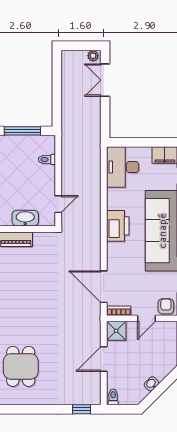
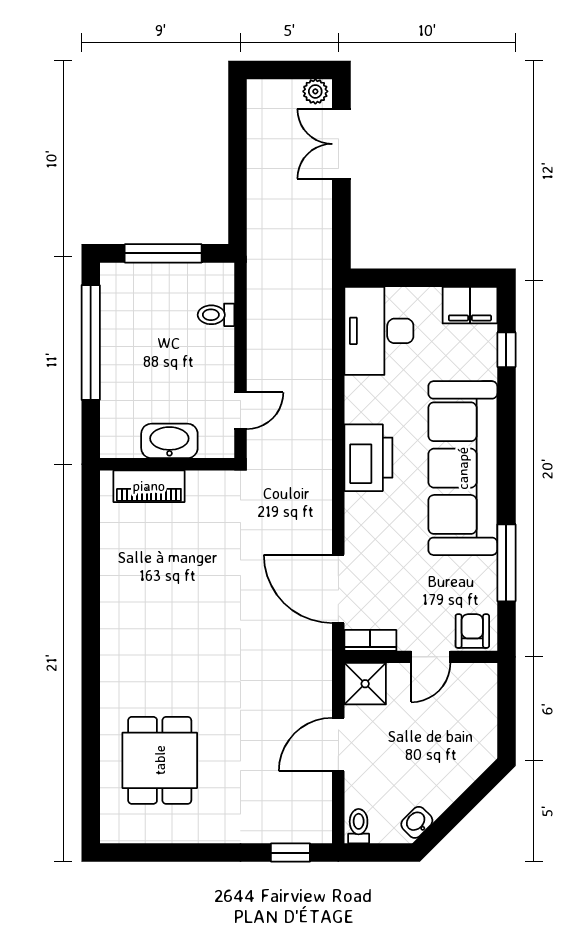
washbasin: (152, 384) -> (417, 822), moved

